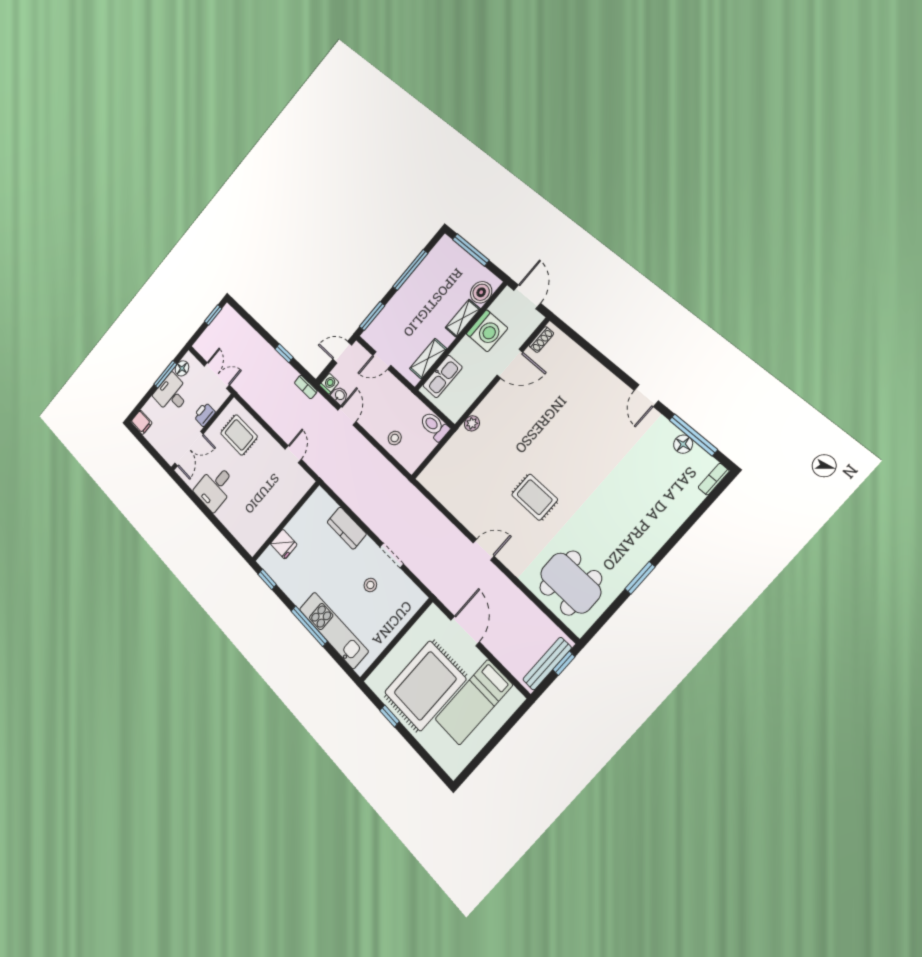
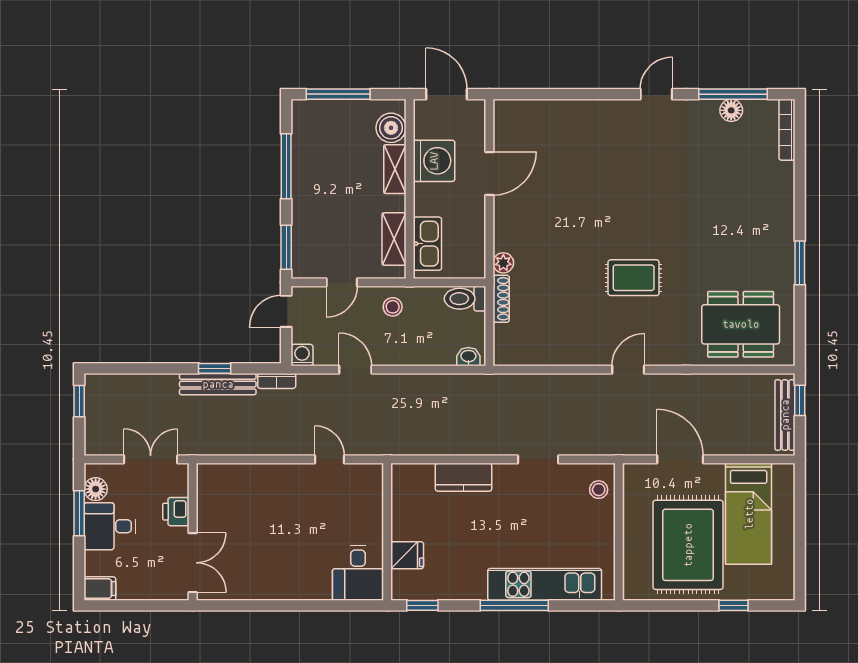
shoe rack: (541, 340) -> (501, 299), moved, width x1.43
bench: (278, 363) -> (218, 384), added
washbasin: (340, 395) -> (468, 357), moved
door: (646, 396) -> (656, 94), swing flipped
rug: (239, 435) -> (242, 496), removed
stool: (395, 438) -> (393, 307), moved
bookcase: (714, 479) -> (787, 130), width x1.56
desk: (215, 488) -> (358, 573), moved
stool: (370, 585) -> (599, 490), moved
window: (390, 716) -> (734, 605), moved

